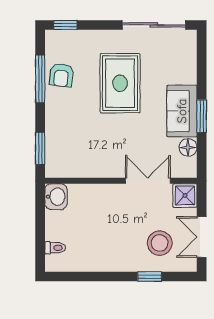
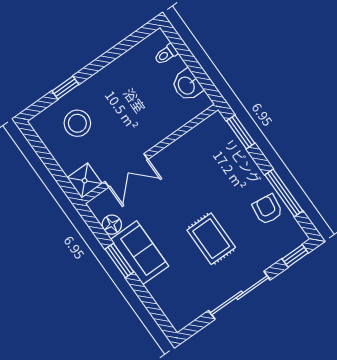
sliding door: (154, 25) -> (239, 295), moved
rug: (120, 83) -> (211, 239), width x0.73, depth x0.70
washbasin: (56, 197) -> (187, 85), moved
double door: (202, 237) -> (44, 155), removed

